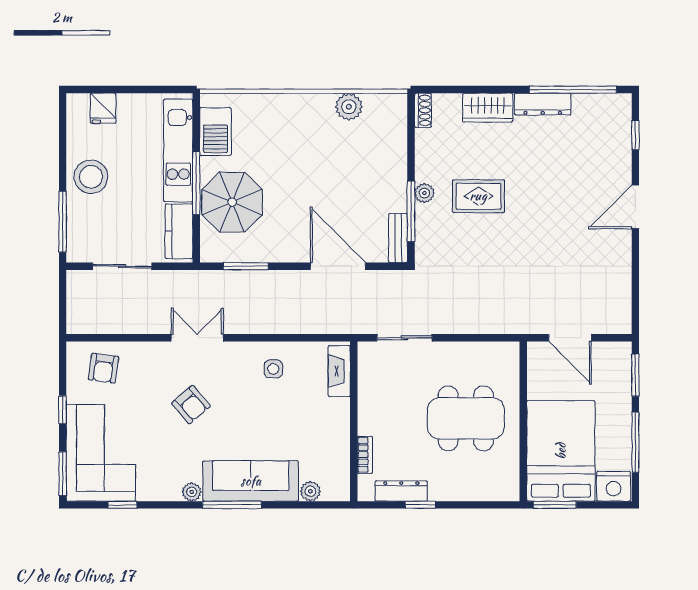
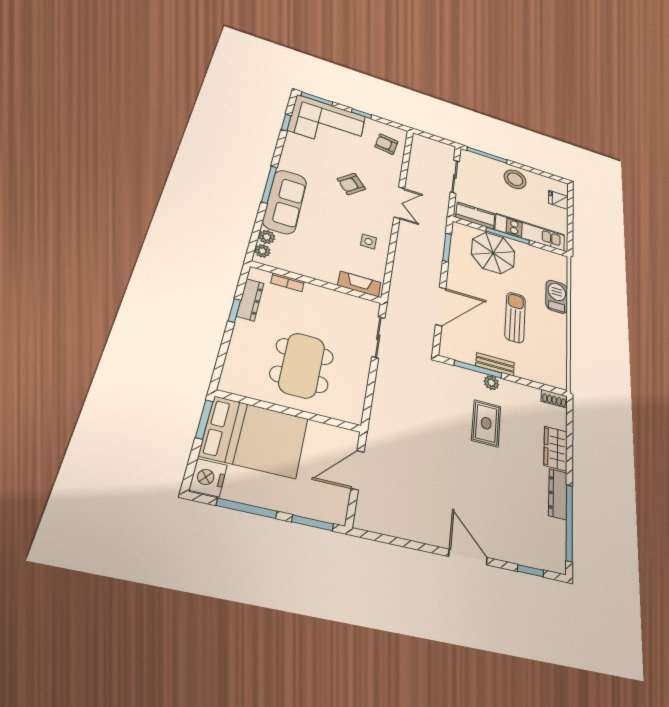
plant: (349, 107) -> (558, 347), removed
barbecue: (215, 132) -> (557, 297), moved, turned 90
sun lounger: (323, 167) -> (515, 317), added
bench: (398, 238) -> (495, 364), moved
plant: (192, 492) -> (262, 251), moved

